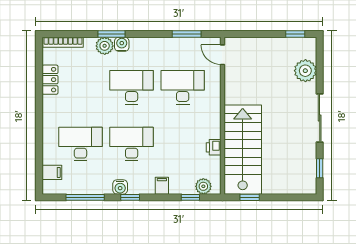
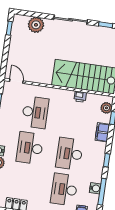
door: (222, 55) -> (16, 81), swing flipped
desk: (183, 87) -> (35, 112), turned 180
filing cabinet: (162, 186) -> (102, 132), width x2.00
water cooler: (120, 187) -> (95, 188), moved

